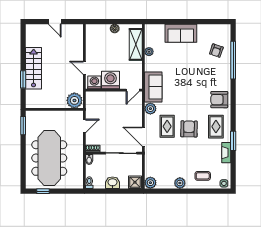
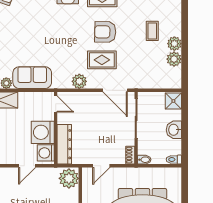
sofa: (153, 87) -> (32, 78), moved
dresser: (101, 97) -> (64, 144), added
door: (84, 126) -> (101, 166), swing flipped
door: (143, 137) -> (115, 90), hinge flipped
coffee table: (203, 176) -> (152, 31), moved
plant: (150, 183) -> (174, 59), moved

